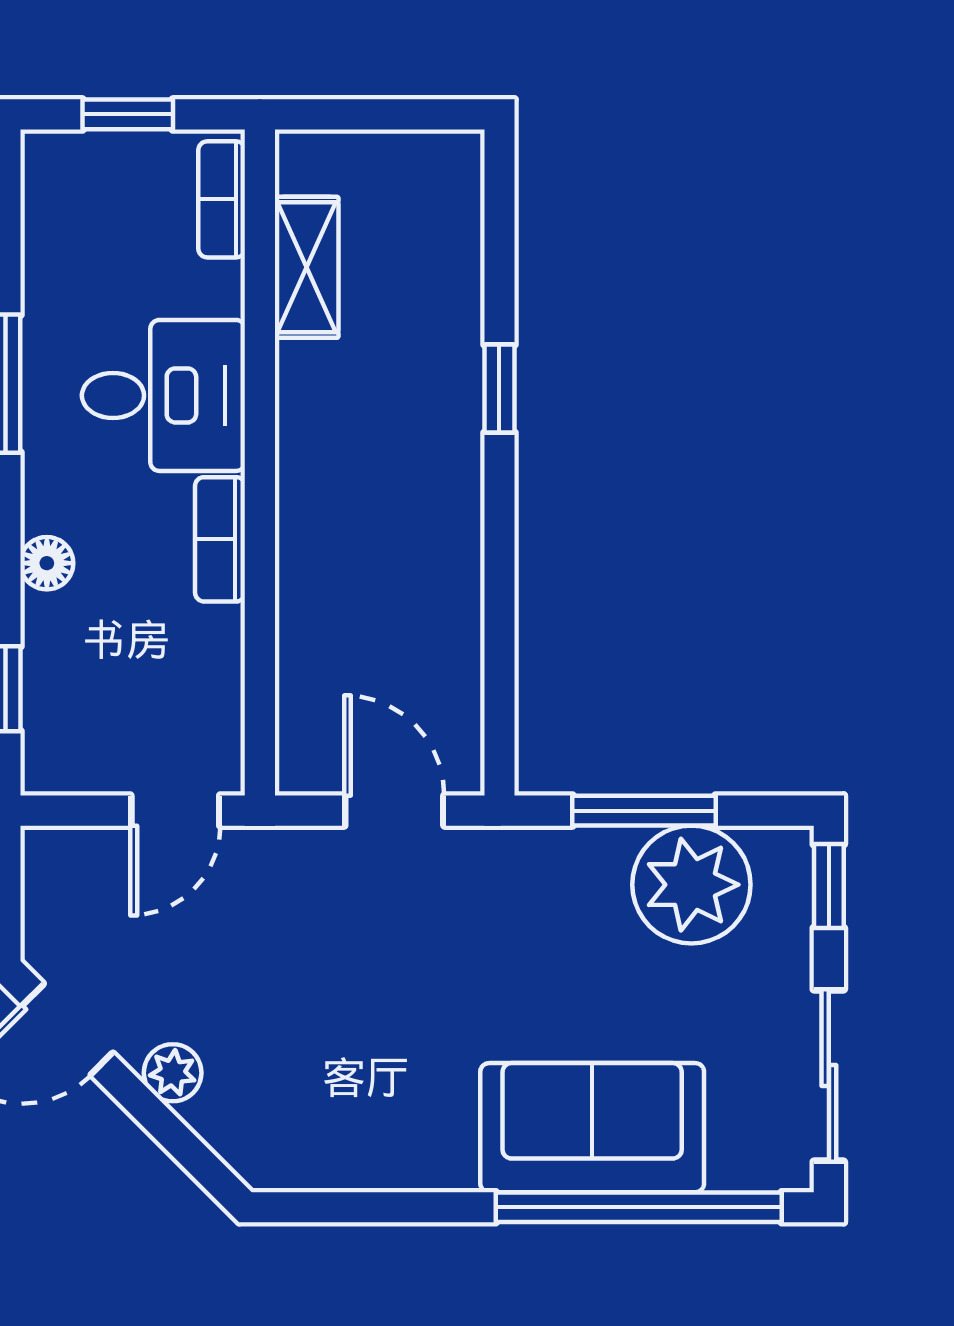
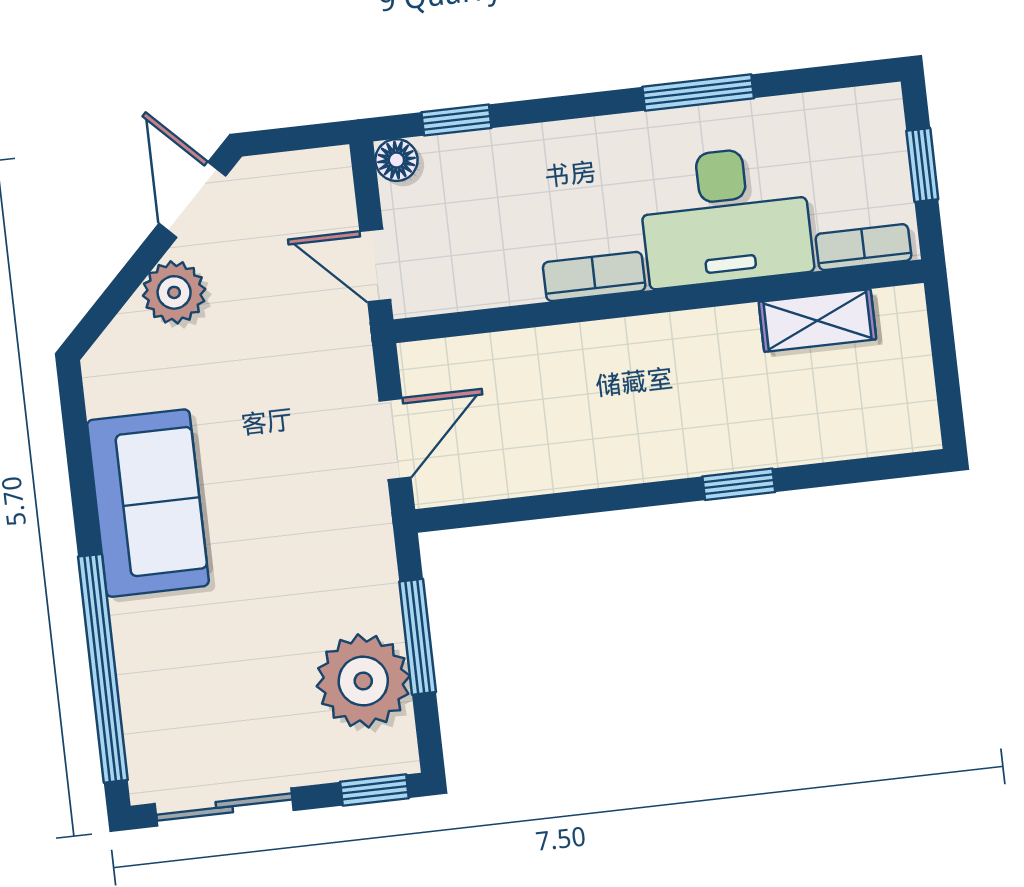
desk: (163, 395) -> (725, 216), width x1.37
floor lamp: (47, 563) -> (396, 160), moved
plant: (173, 1073) -> (174, 292), width x1.38, depth x1.38
sofa: (592, 1128) -> (148, 503), moved

